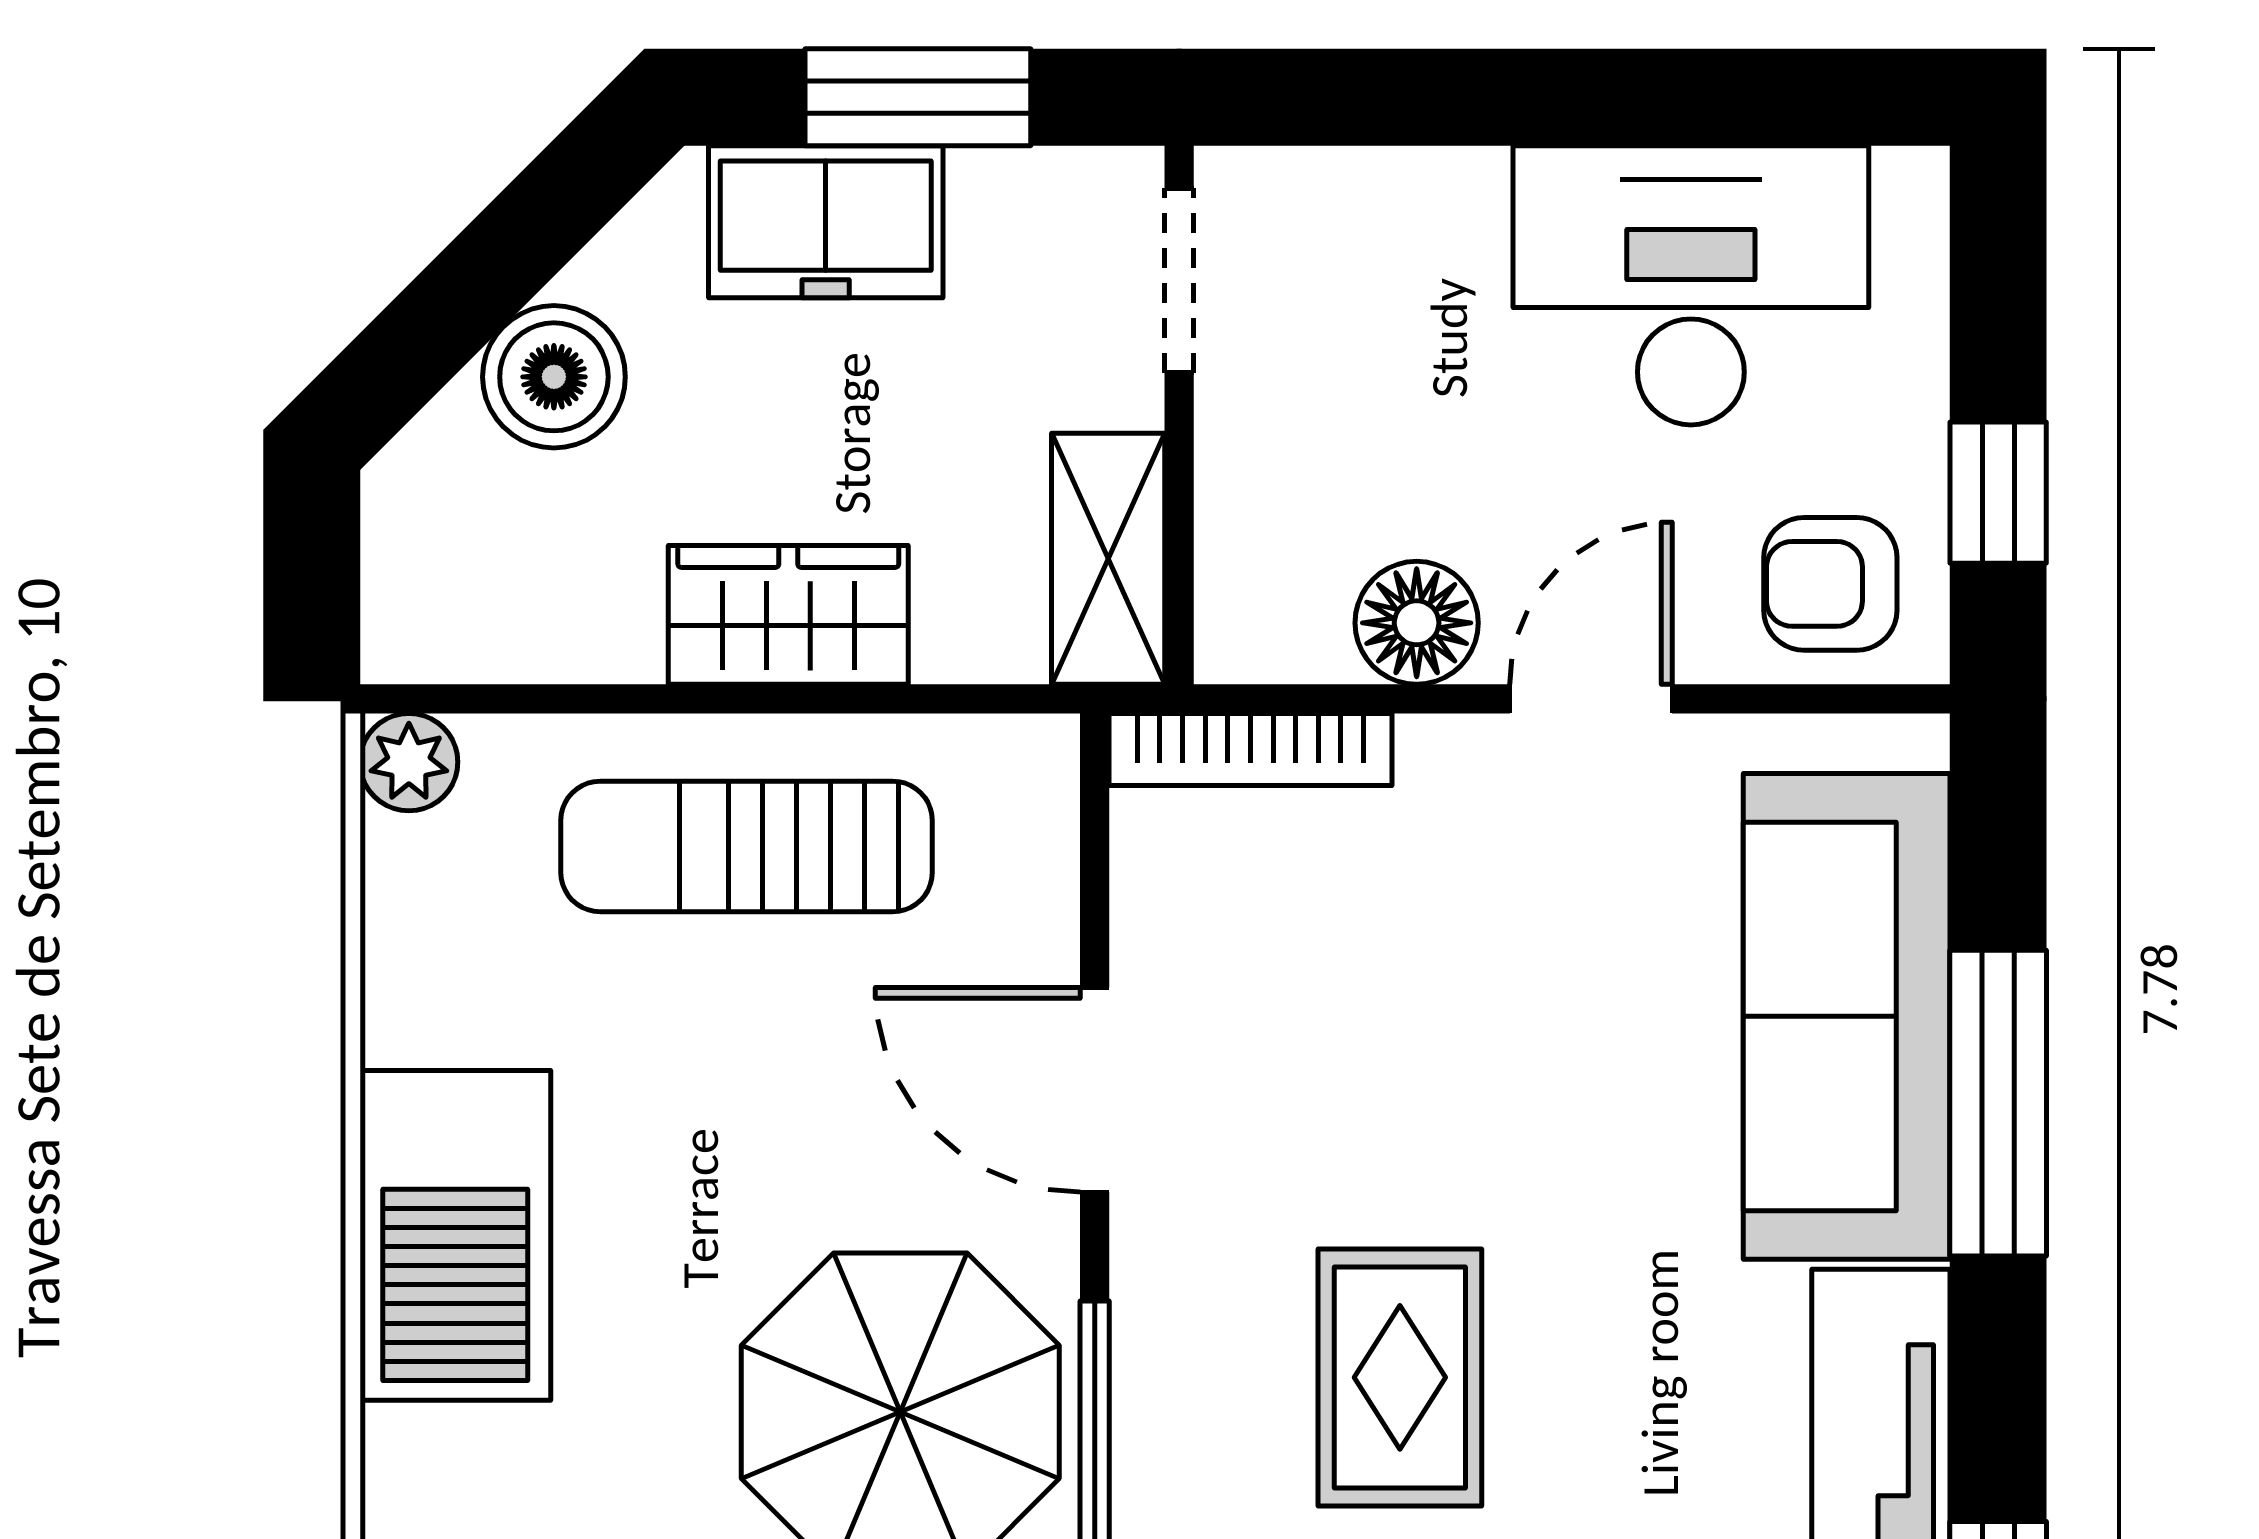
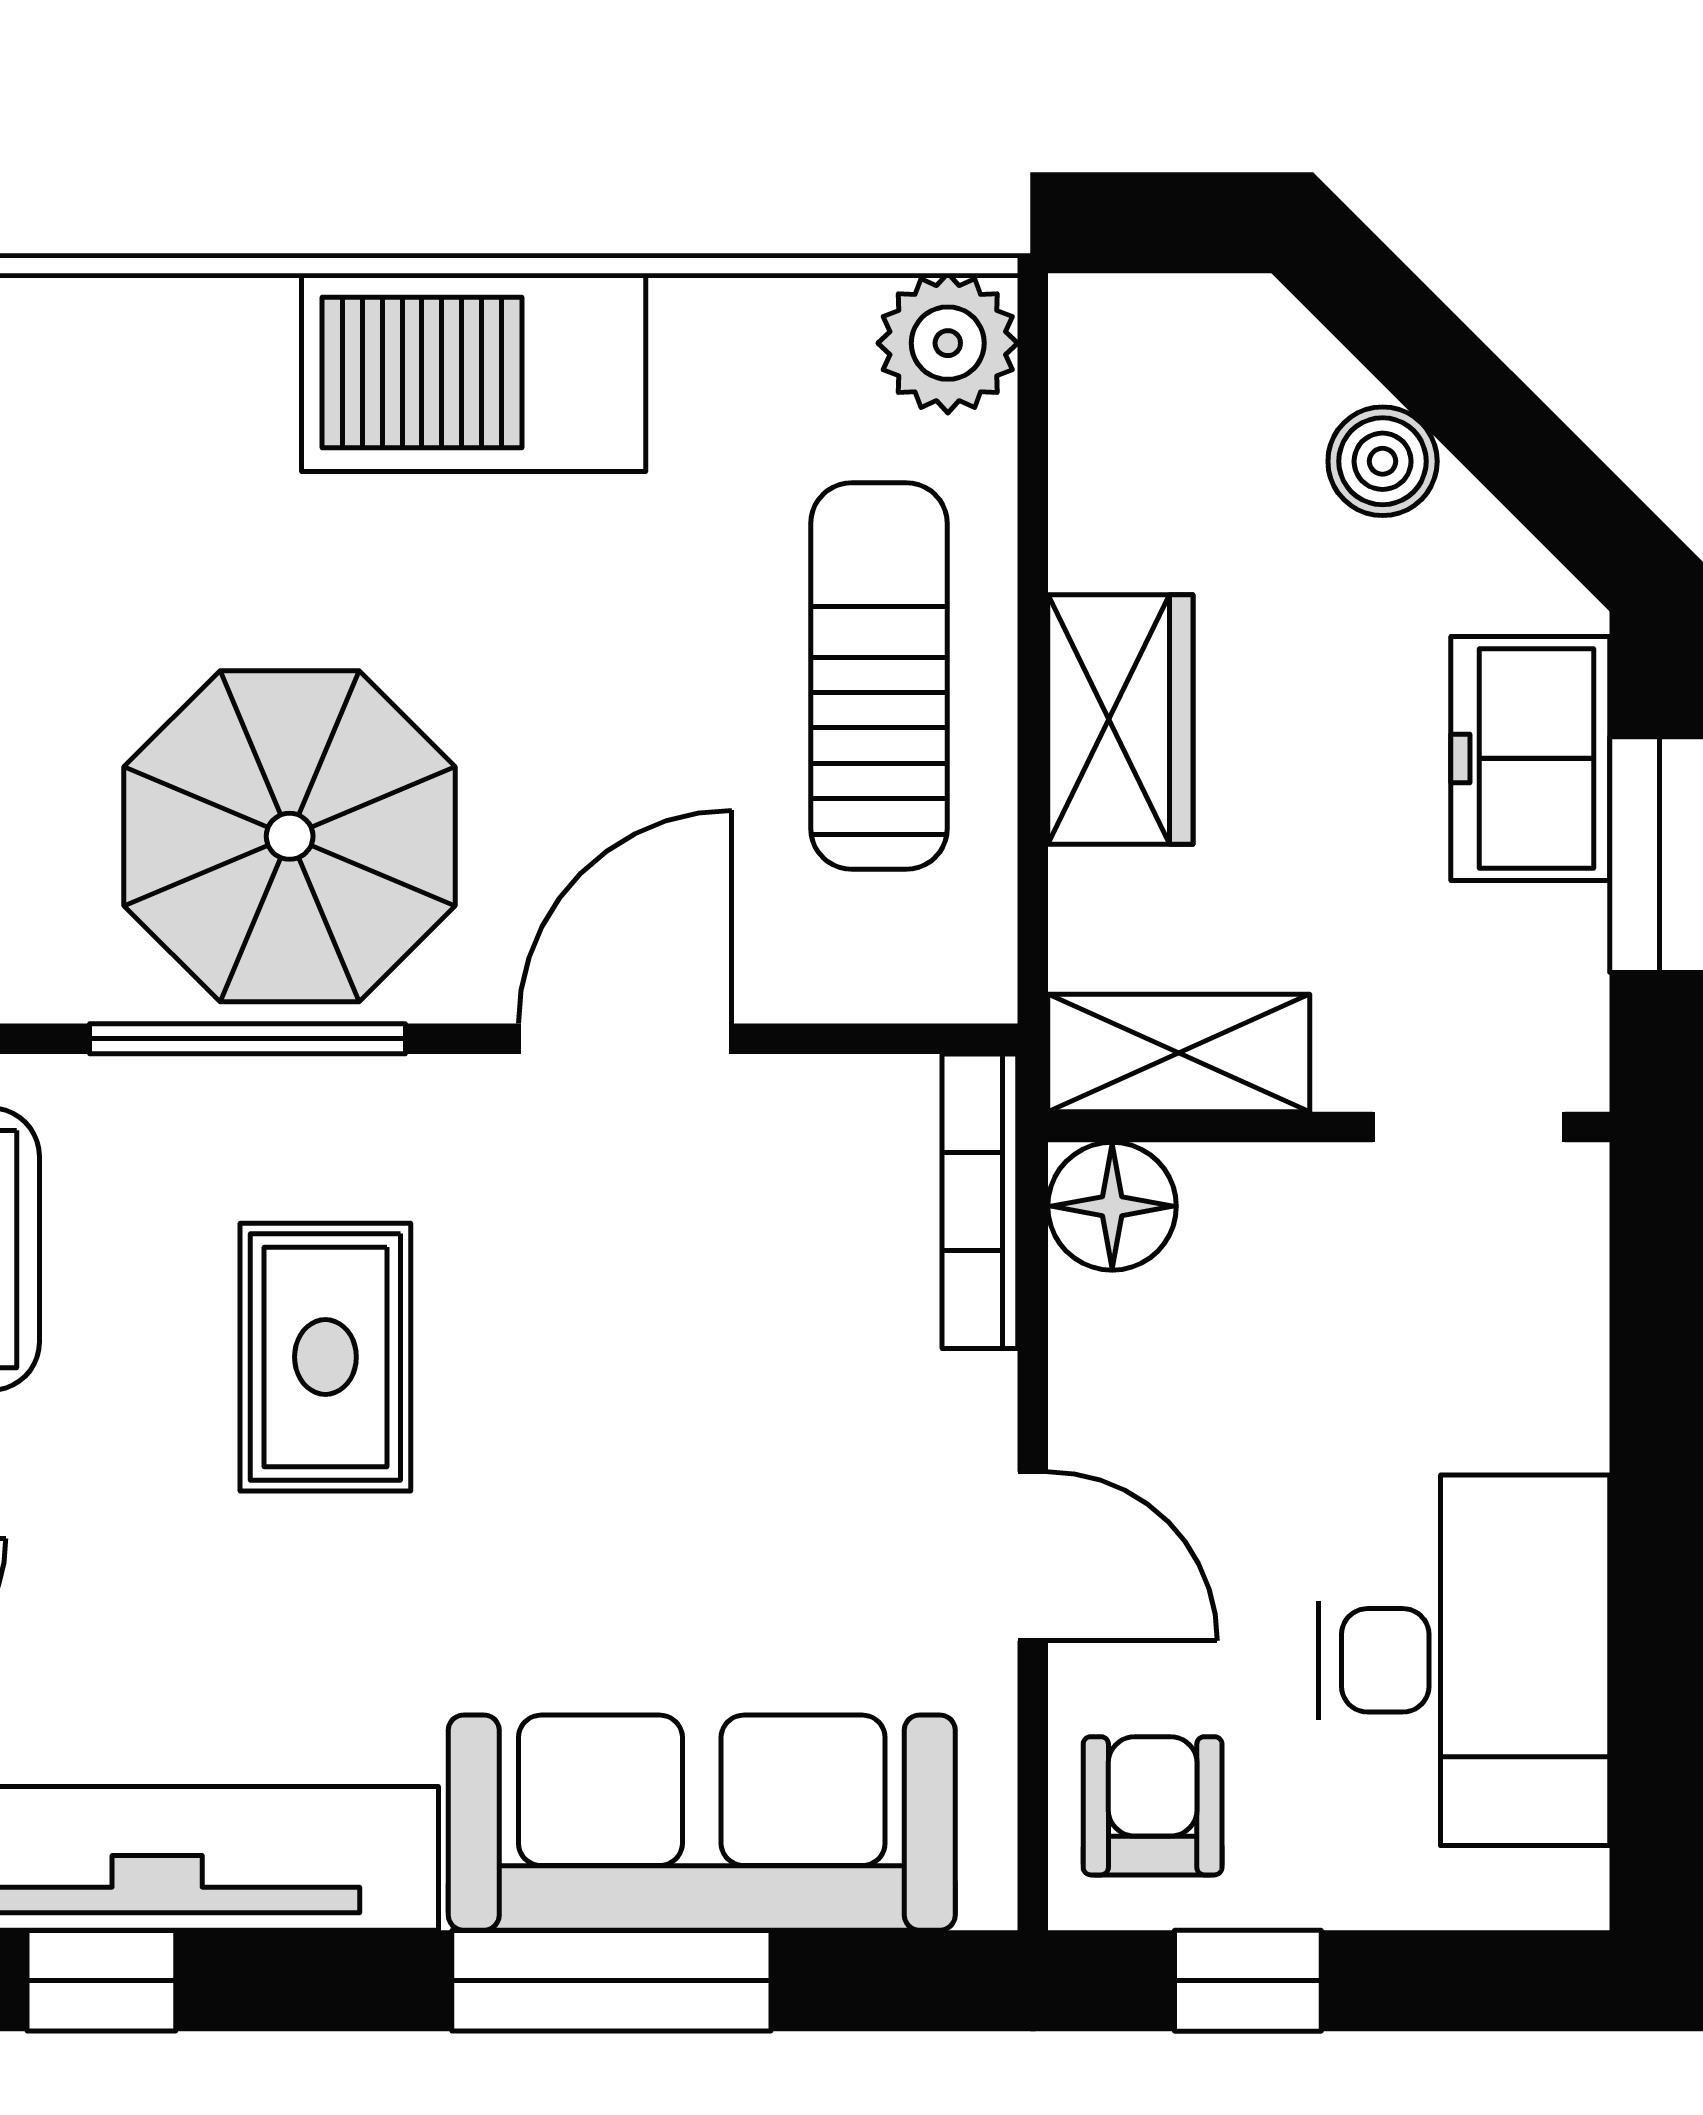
boiler: (554, 377) -> (1383, 461), width x0.73, depth x0.73
floor lamp: (1417, 623) -> (1112, 1206), moved
plant: (409, 762) -> (948, 343), width x1.38, depth x1.38
rug: (1400, 1377) -> (325, 1357), turned 90

